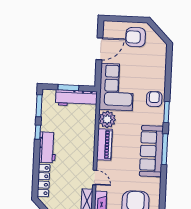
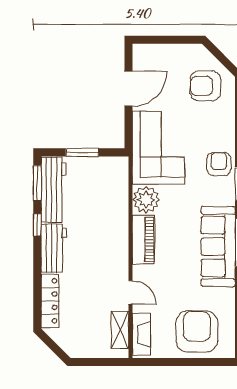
armchair: (136, 37) -> (205, 86), moved
workbench: (76, 98) -> (53, 190), moved, turned -90

